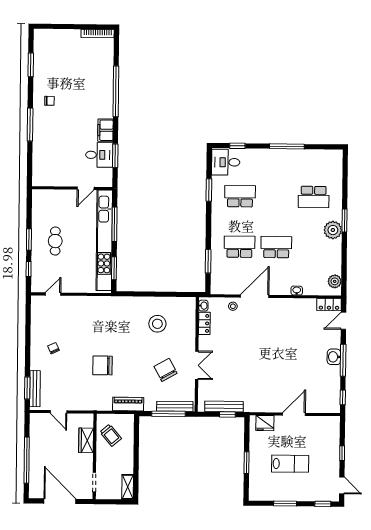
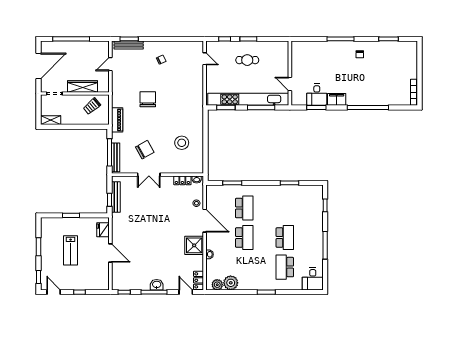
desk: (226, 162) -> (313, 279), moved, turned 180
school desk: (240, 196) -> (285, 238), moved
plant: (333, 230) -> (231, 283), moved
shower: (285, 310) -> (194, 245), added
wardrobe: (86, 440) -> (83, 87), width x1.50
door: (342, 485) -> (54, 292), swing flipped

